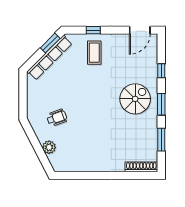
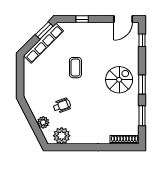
coffee table: (94, 53) -> (75, 68), moved
window: (161, 71) -> (142, 40), moved
wheelchair: (57, 118) -> (62, 106), moved
plant: (70, 162) -> (62, 136), added

